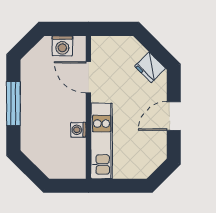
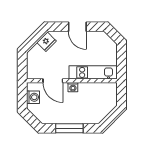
door: (88, 77) -> (53, 81), hinge flipped
washing machine: (78, 130) -> (73, 87), moved

